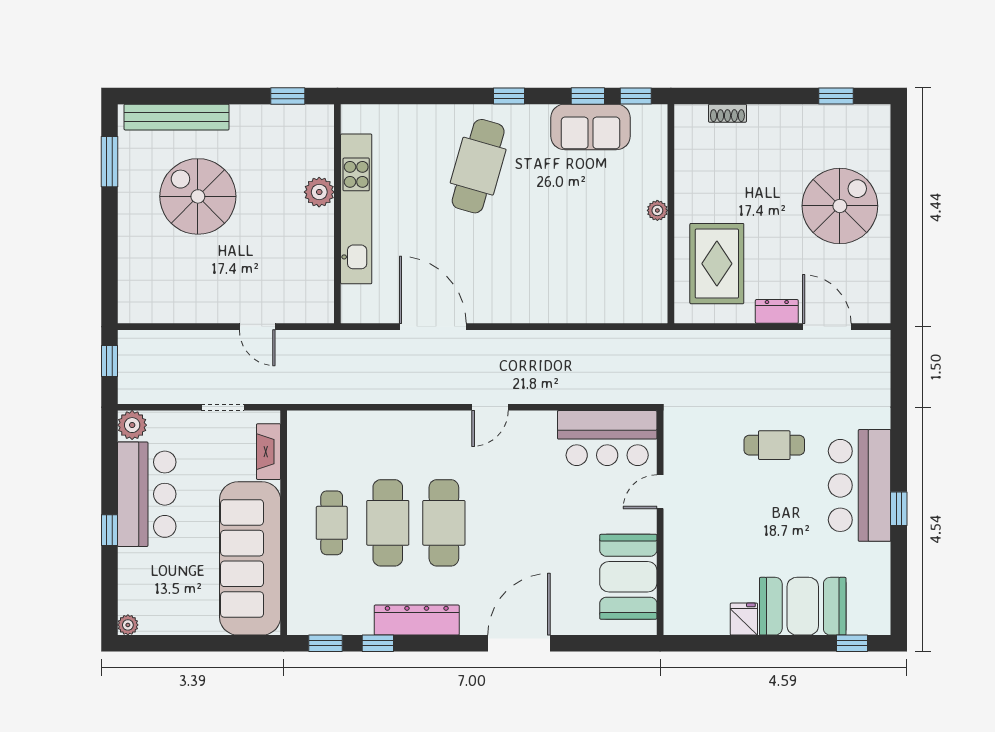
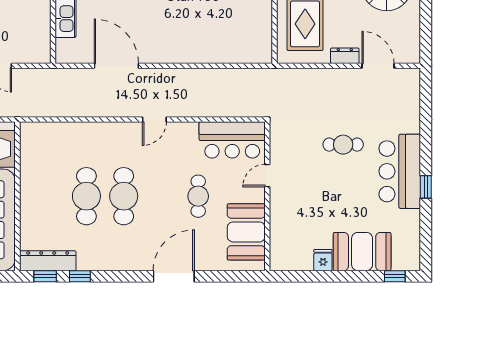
cafe table: (332, 523) -> (198, 196), moved
dresser: (417, 620) -> (48, 261), moved

